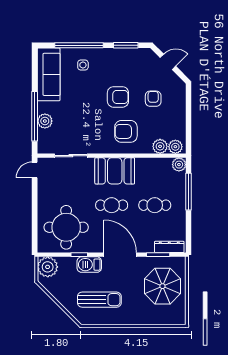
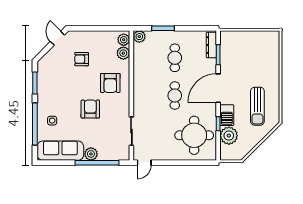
door: (168, 62) -> (57, 38), moved
armchair: (118, 97) -> (90, 109), moved
plant: (45, 121) -> (91, 154), moved
door: (35, 170) -> (144, 163), hinge flipped
booth: (115, 171) -> (145, 93), removed
window: (189, 192) -> (163, 28), width x0.69
plant: (48, 267) -> (229, 136), moved
parasol: (162, 286) -> (246, 51), removed
sun lounger: (99, 300) -> (257, 106), turned 180

